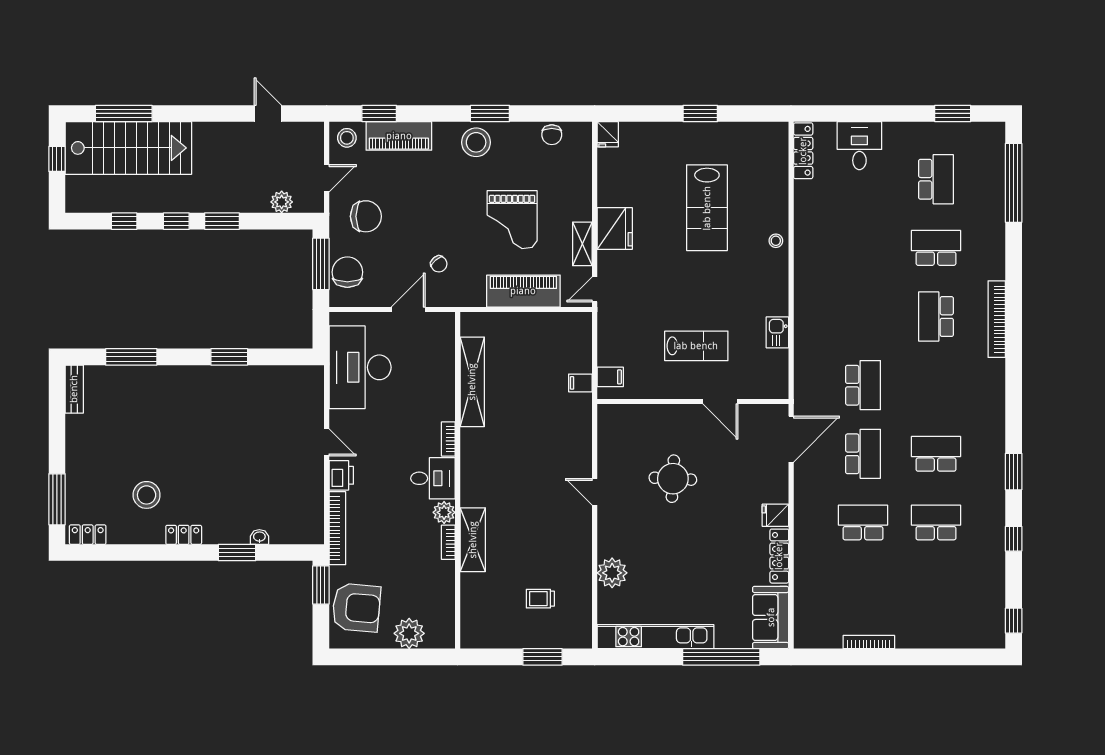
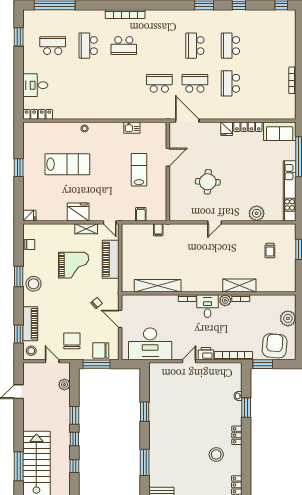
filing cabinet: (610, 377) -> (141, 214), moved

